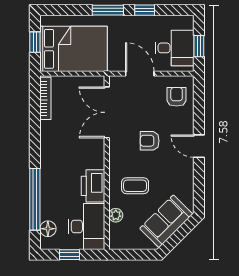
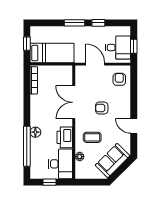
bed: (74, 49) -> (52, 53), width x0.67
double door: (107, 112) -> (74, 102), moved
door: (199, 146) -> (134, 126), moved
floor lamp: (48, 229) -> (35, 132), moved

